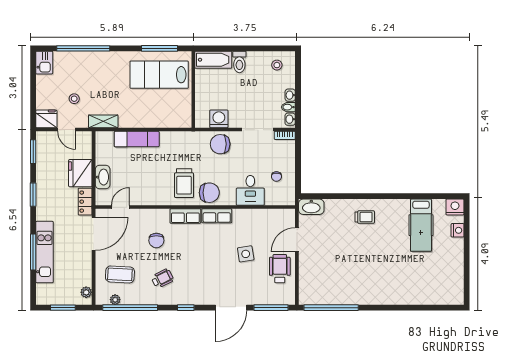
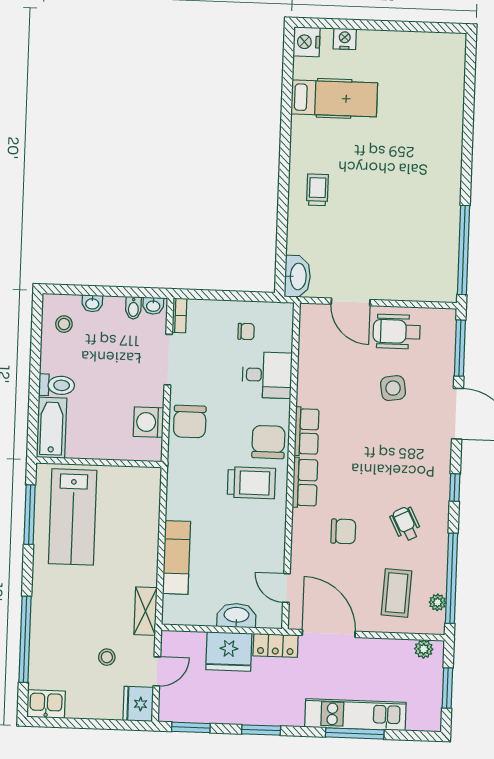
washbasin: (290, 95) -> (92, 303), moved
side table: (246, 254) -> (393, 388), moved

